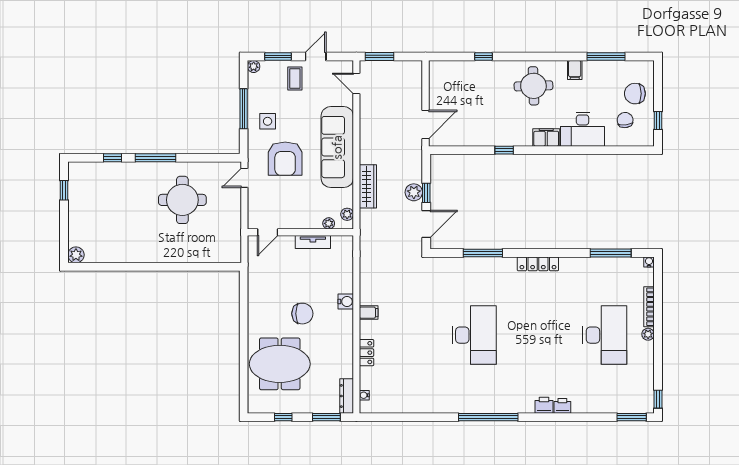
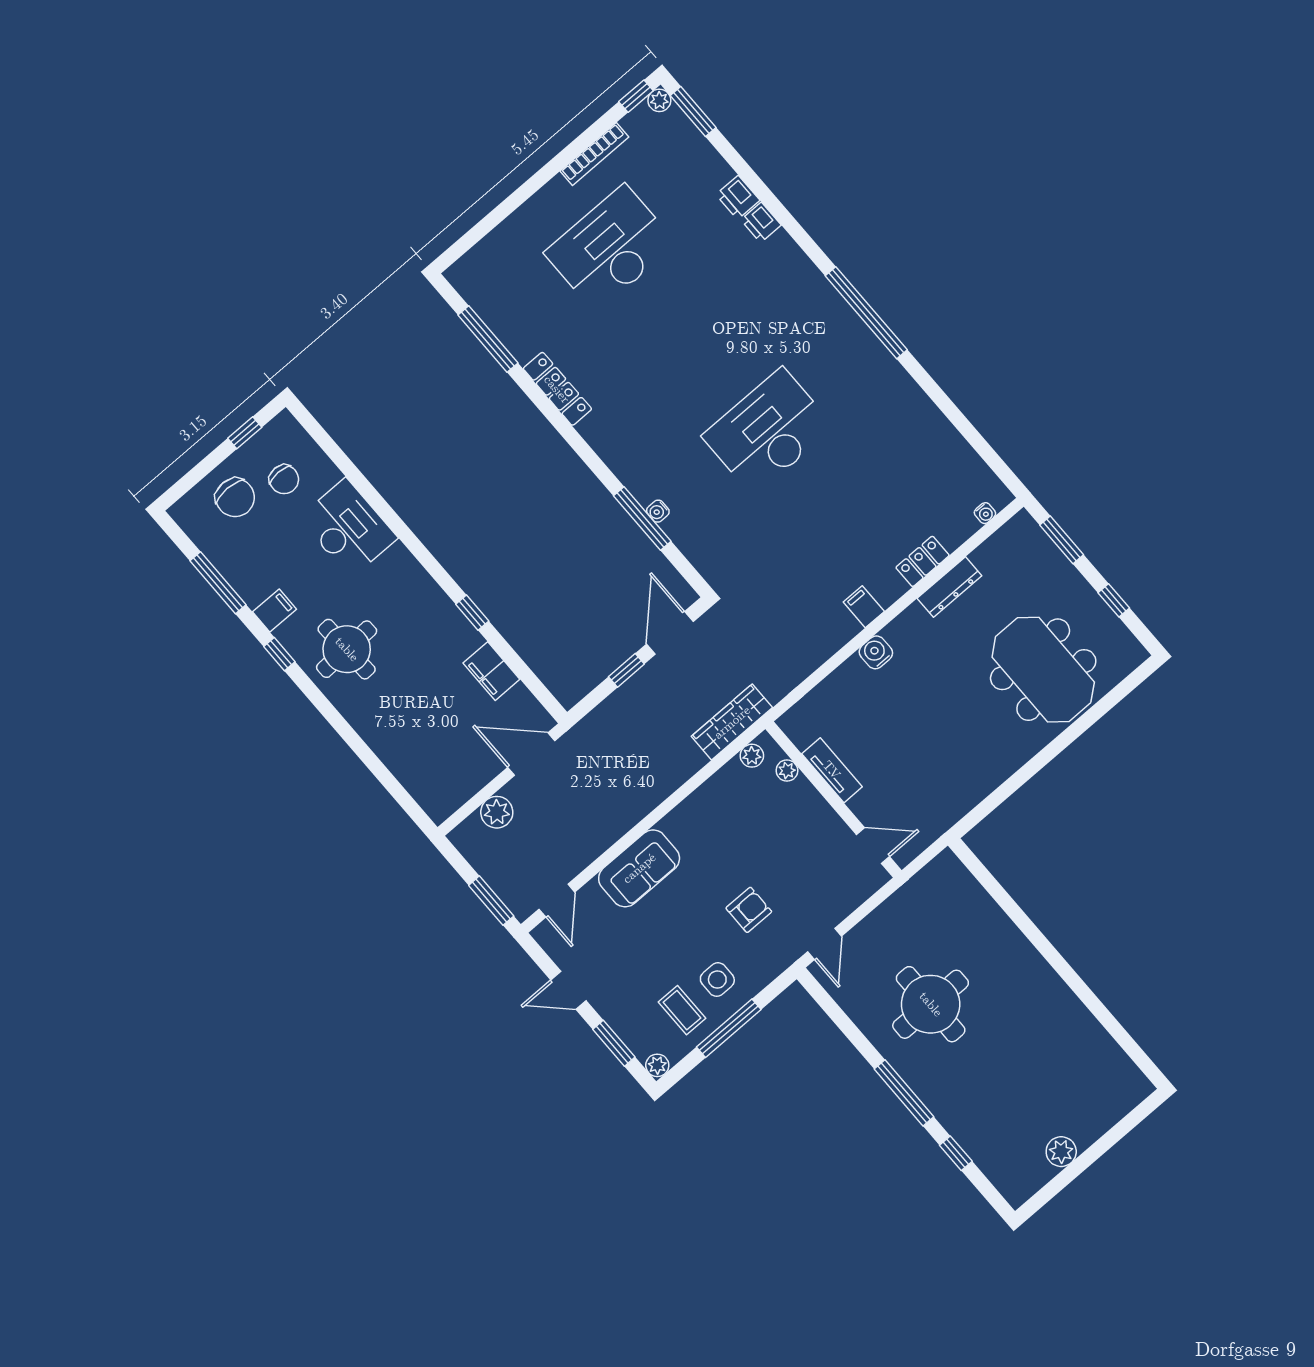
window: (484, 57) -> (279, 654), moved
coffee table: (295, 79) -> (682, 1010), moved, turned 90
chair: (625, 120) -> (284, 479), turned -84
filing cabinet: (546, 137) -> (491, 671), moved
sofa: (337, 147) -> (639, 868), width x0.54, depth x0.79
armchair: (285, 159) -> (749, 910), width x0.53, depth x0.53
door: (244, 178) -> (825, 944), hinge flipped
wardrobe: (368, 186) -> (732, 722), moved
window: (64, 190) -> (1060, 1182), removed
plant: (414, 192) -> (497, 812), moved
door: (426, 224) -> (670, 633), hinge flipped
plant: (76, 255) -> (1061, 1152), moved
water cooler: (649, 262) -> (658, 511), moved
locker: (538, 264) -> (557, 389), moved
bookcase: (649, 307) -> (594, 154), moved
chair: (302, 314) -> (945, 699), removed
plant: (648, 334) -> (659, 100), moved
dresser: (347, 396) -> (949, 587), moved
printer: (544, 405) -> (738, 197), moved

